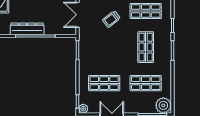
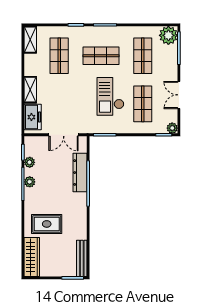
trolley: (111, 19) -> (69, 96), removed
dresser: (27, 29) -> (80, 173), moved
checkout: (111, 55) -> (110, 96), added

